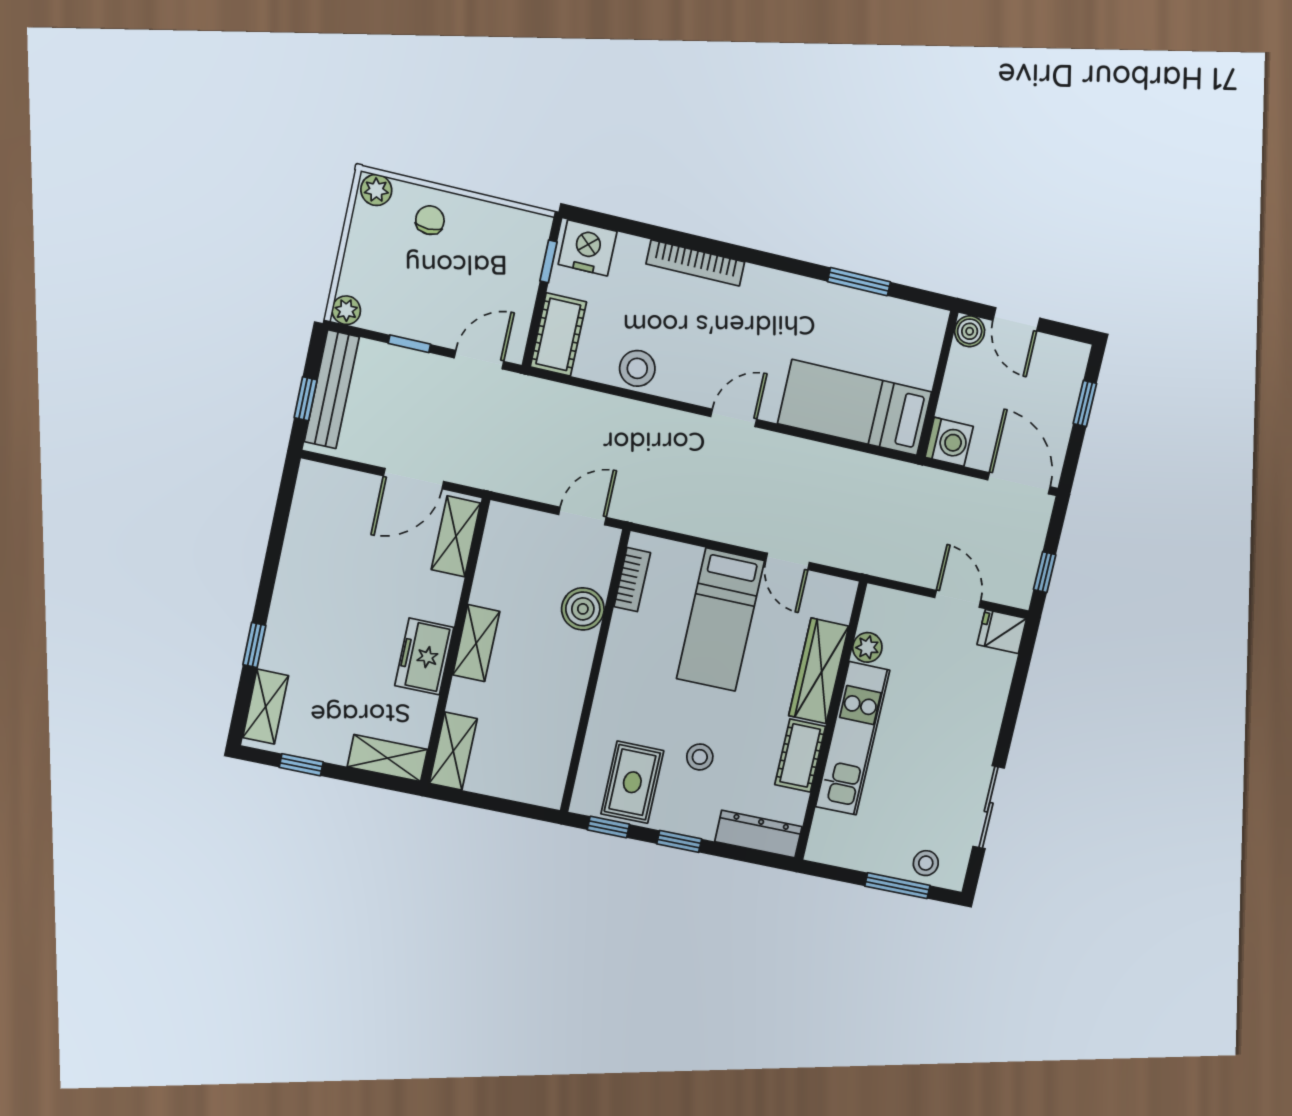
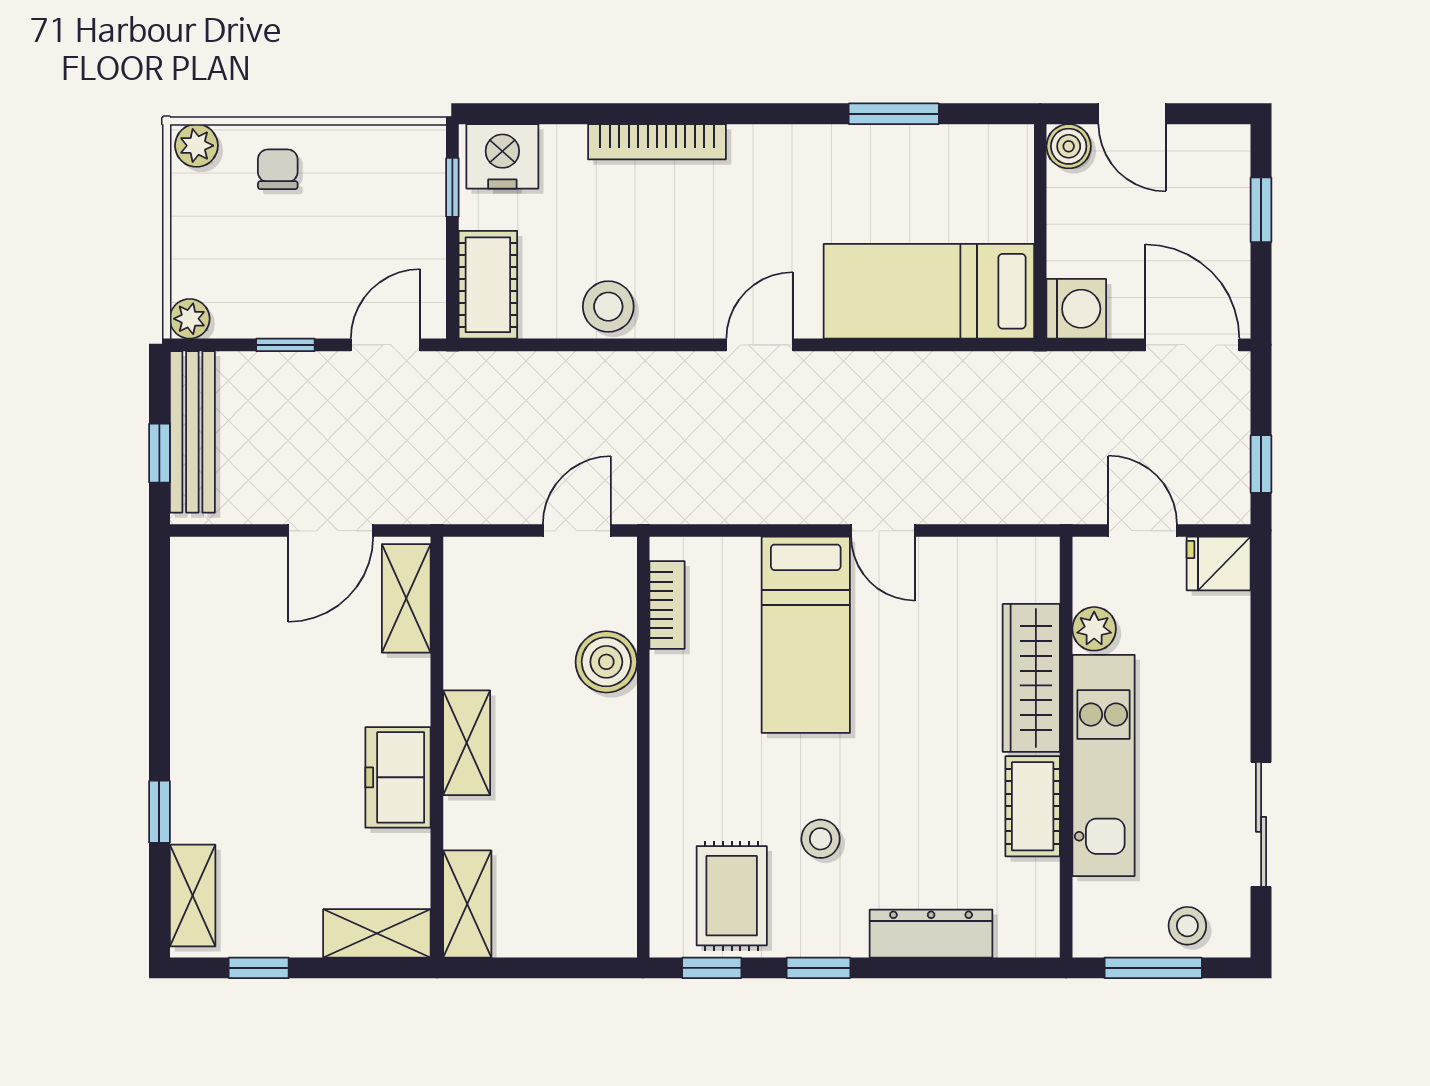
plant: (867, 647) -> (1094, 629), moved
wardrobe: (819, 671) -> (1031, 678), moved
wall: (831, 721) -> (1066, 747), moved
kitchen unit: (853, 739) -> (1103, 765), moved
cot: (800, 756) -> (1033, 806), moved

